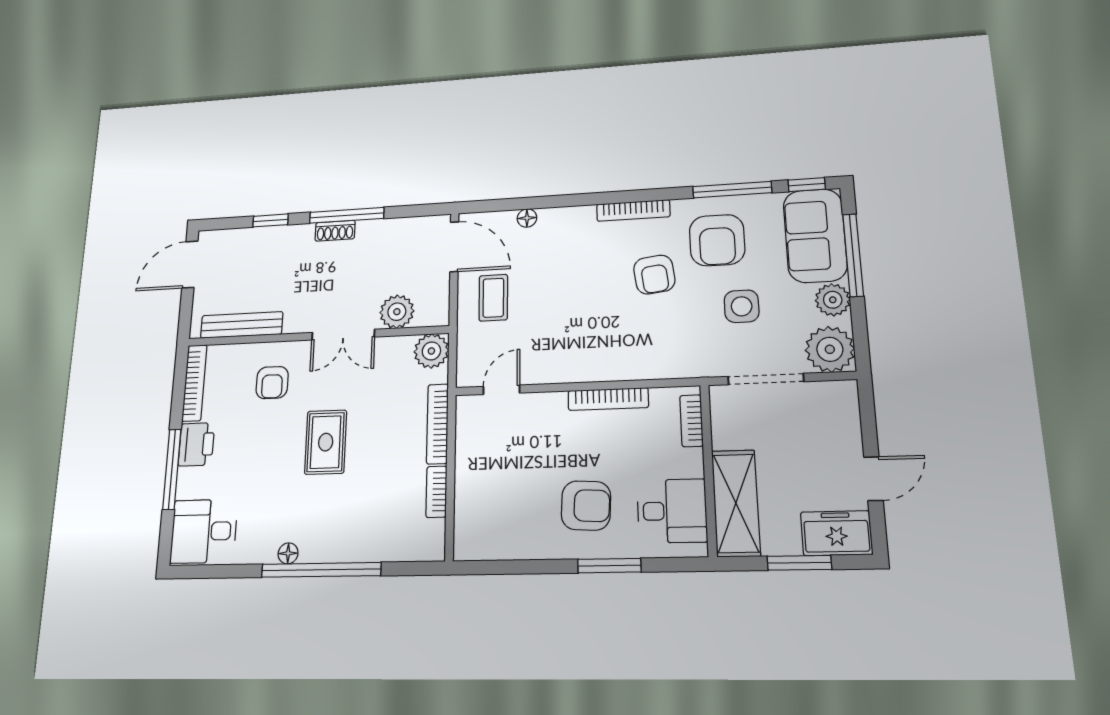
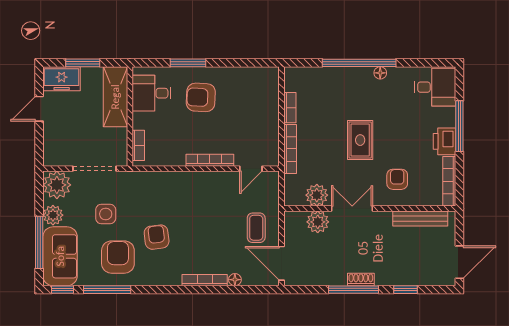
bookcase: (633, 210) -> (205, 280), moved
plant: (431, 351) -> (317, 195), moved
bookcase: (608, 399) -> (210, 160), moved

